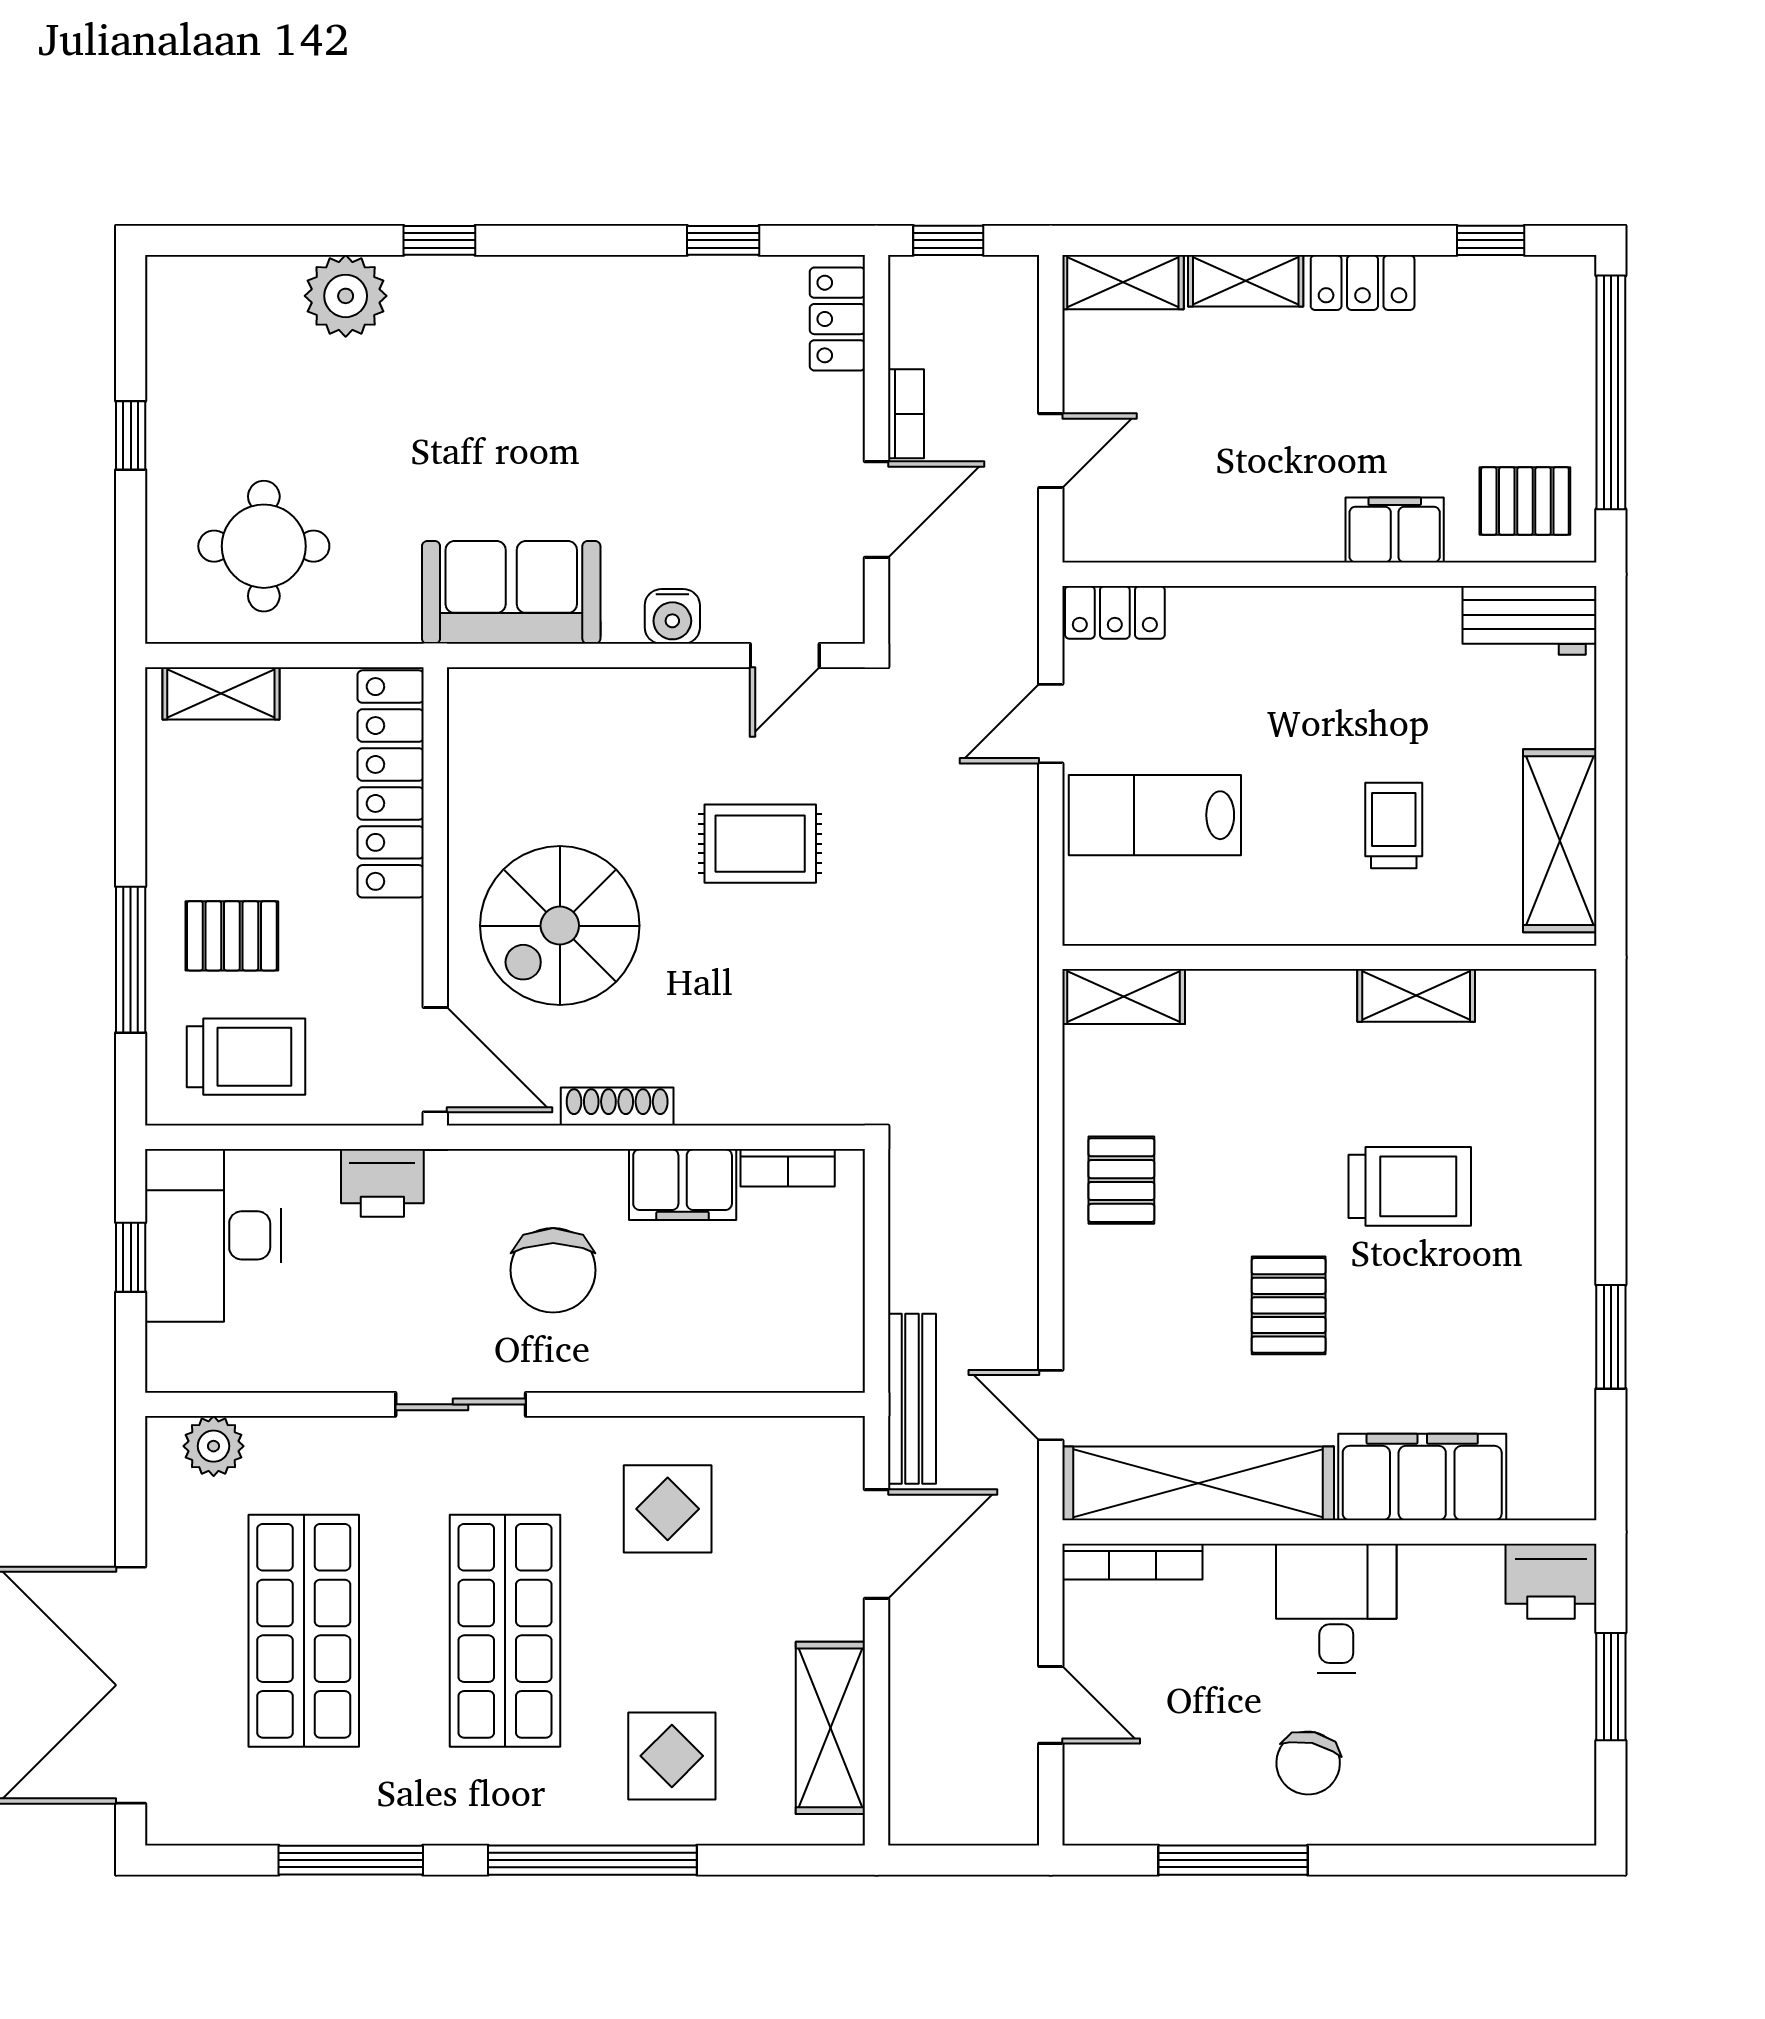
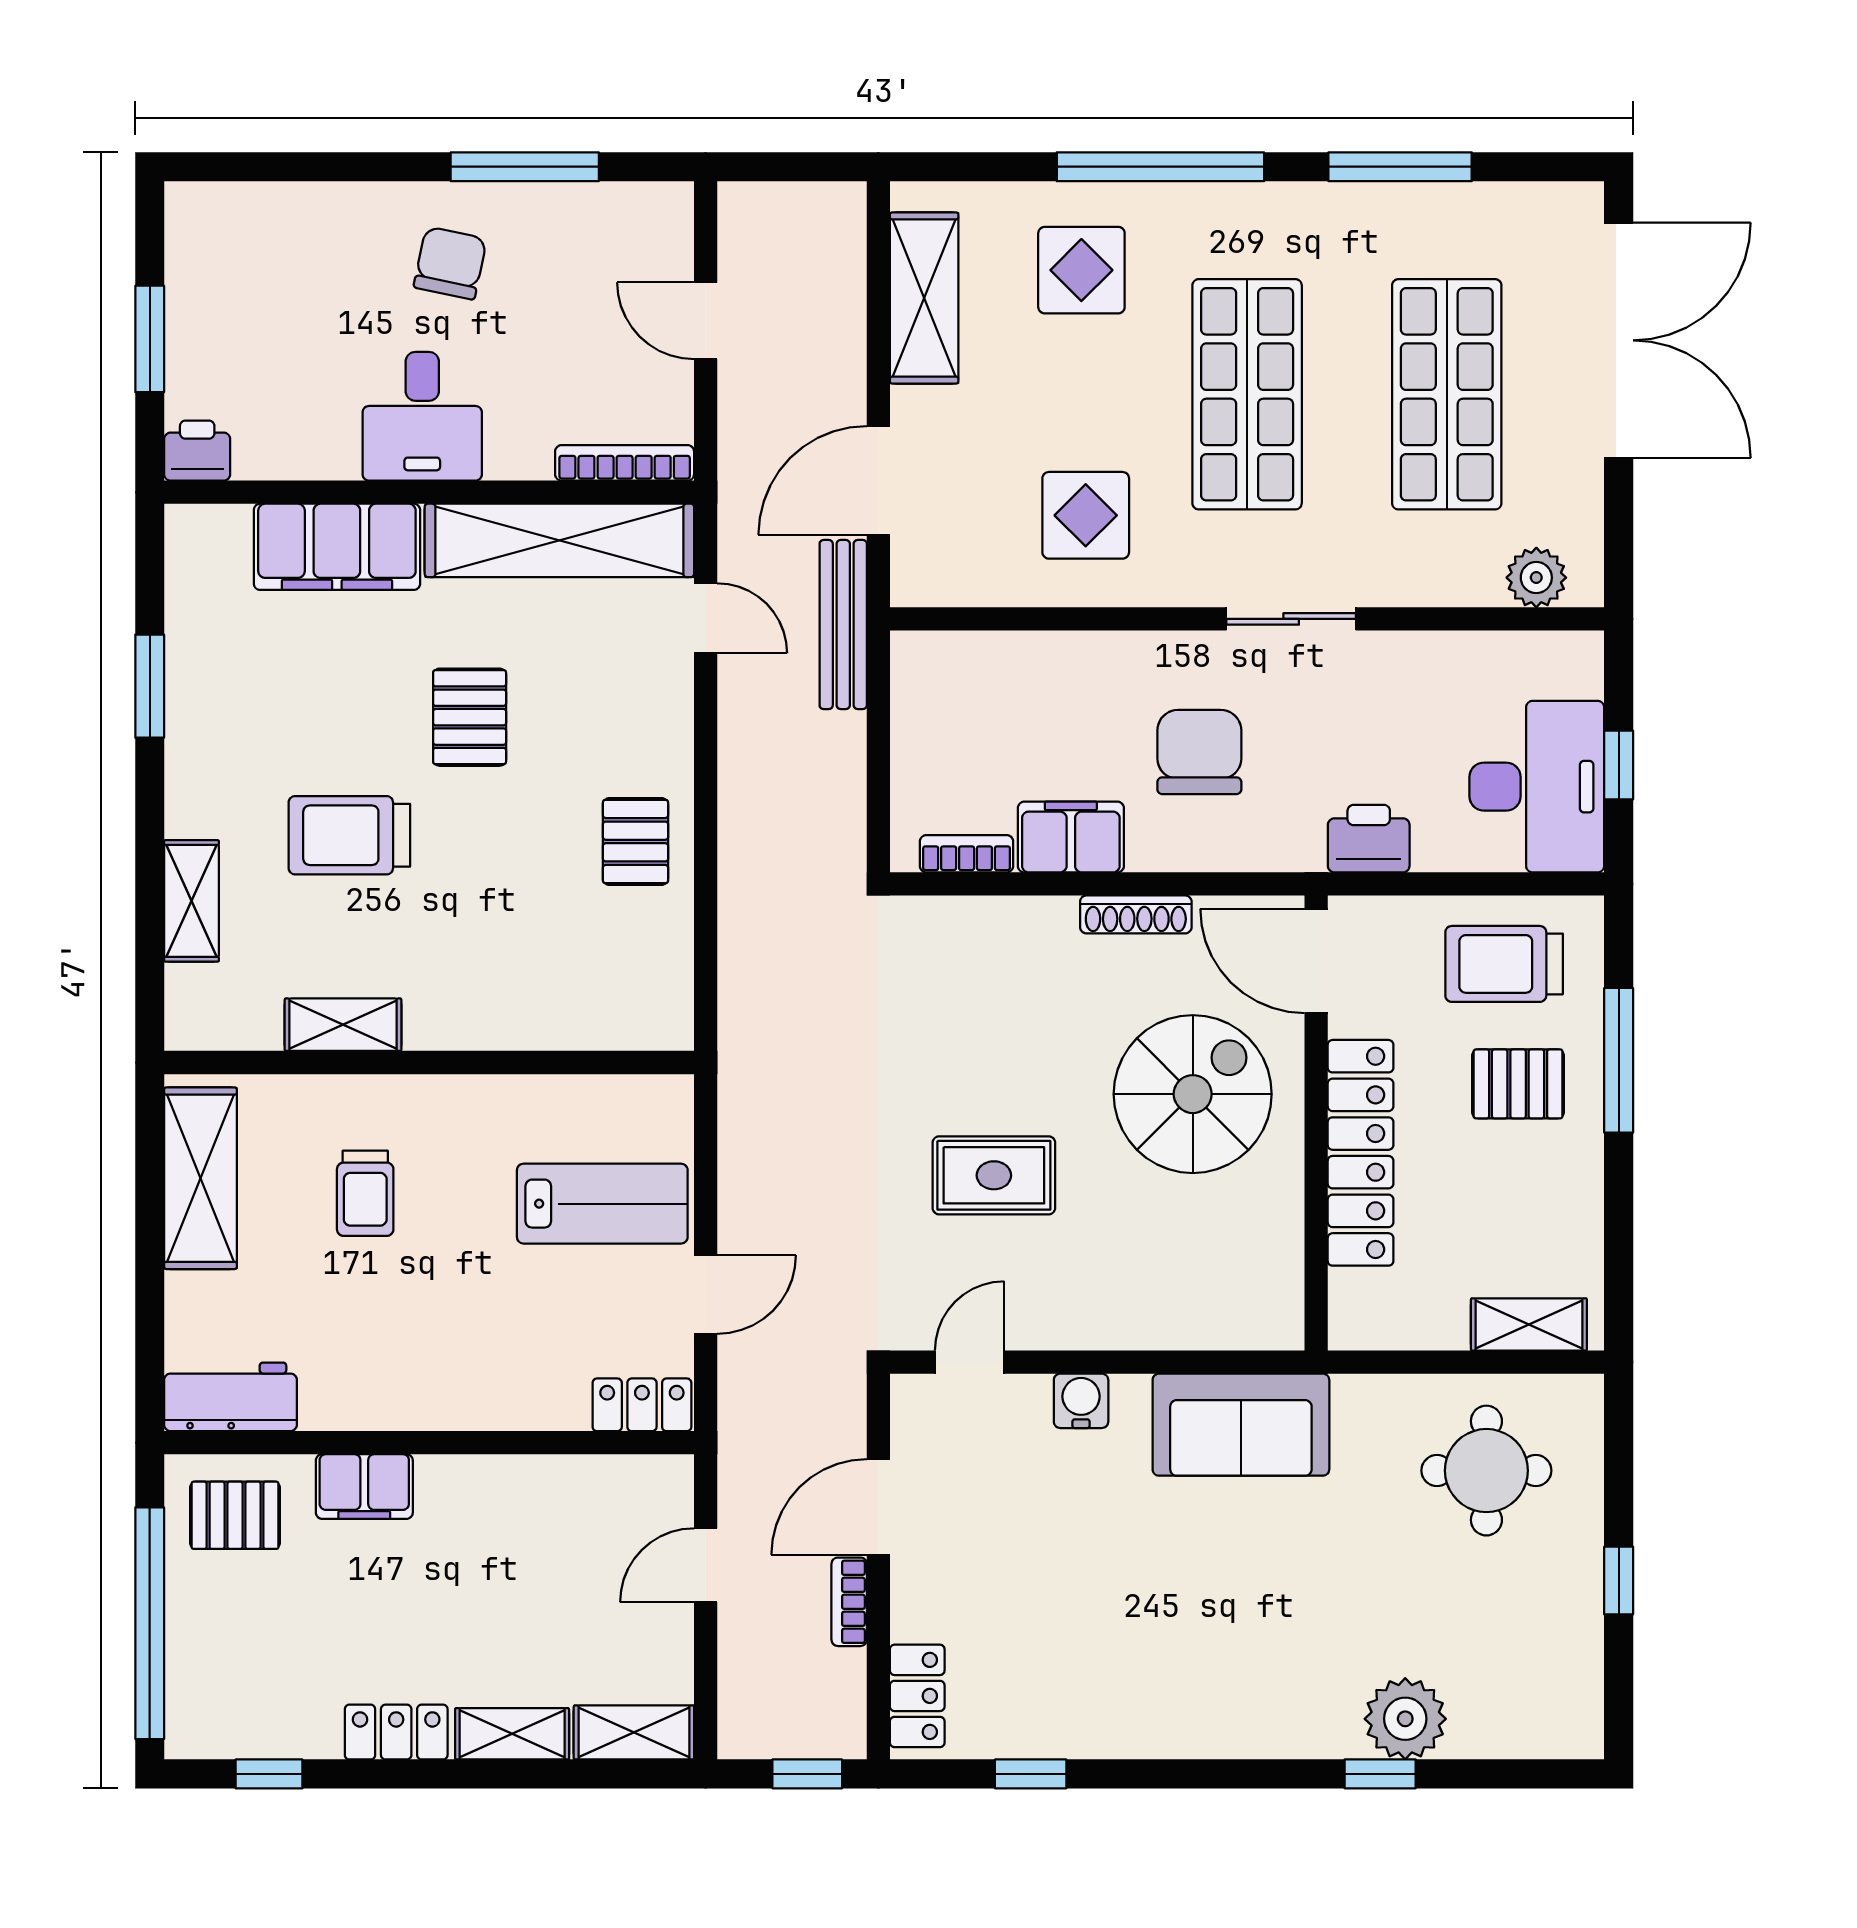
window: (439, 240) -> (1380, 1774), moved
locker: (391, 784) -> (1361, 1153), moved
shelving: (1124, 997) -> (191, 901), moved, turned 90
printer: (1551, 1581) -> (197, 451), width x0.73, depth x0.81

